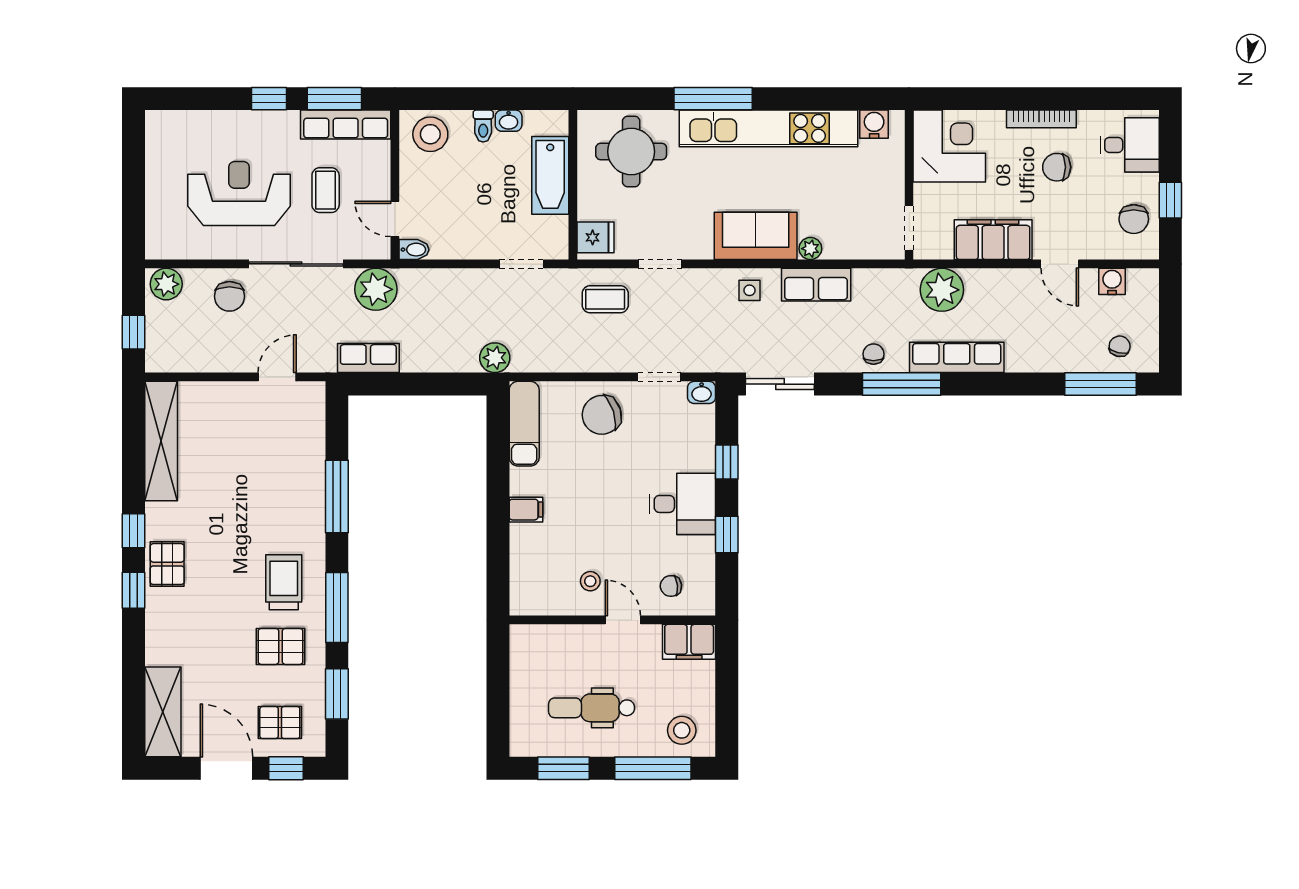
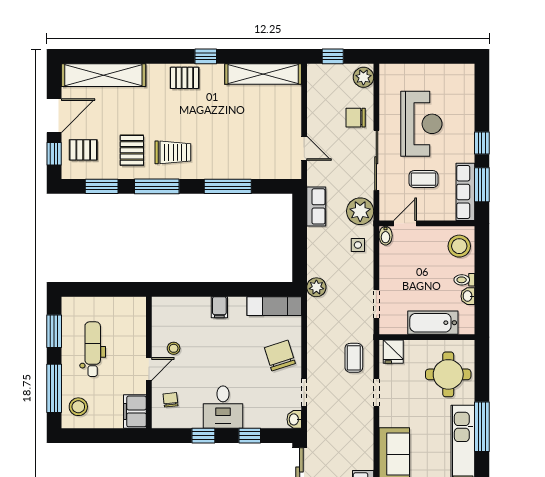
side table: (750, 290) -> (358, 245), moved
window: (134, 590) -> (168, 56), removed
shelving: (163, 712) -> (103, 75), width x1.47
pallet: (280, 723) -> (83, 150), turned 90

